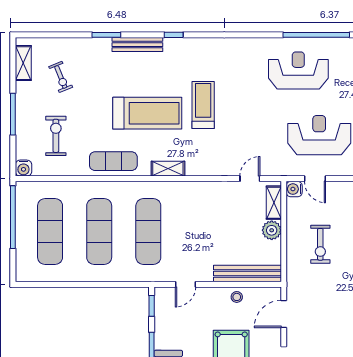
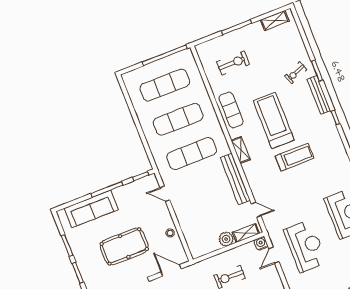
exercise bike: (61, 77) -> (296, 73), moved
treadmill: (147, 113) -> (274, 120), turned 180
water cooler: (23, 168) -> (202, 49), removed
bench: (247, 273) -> (235, 179), moved

